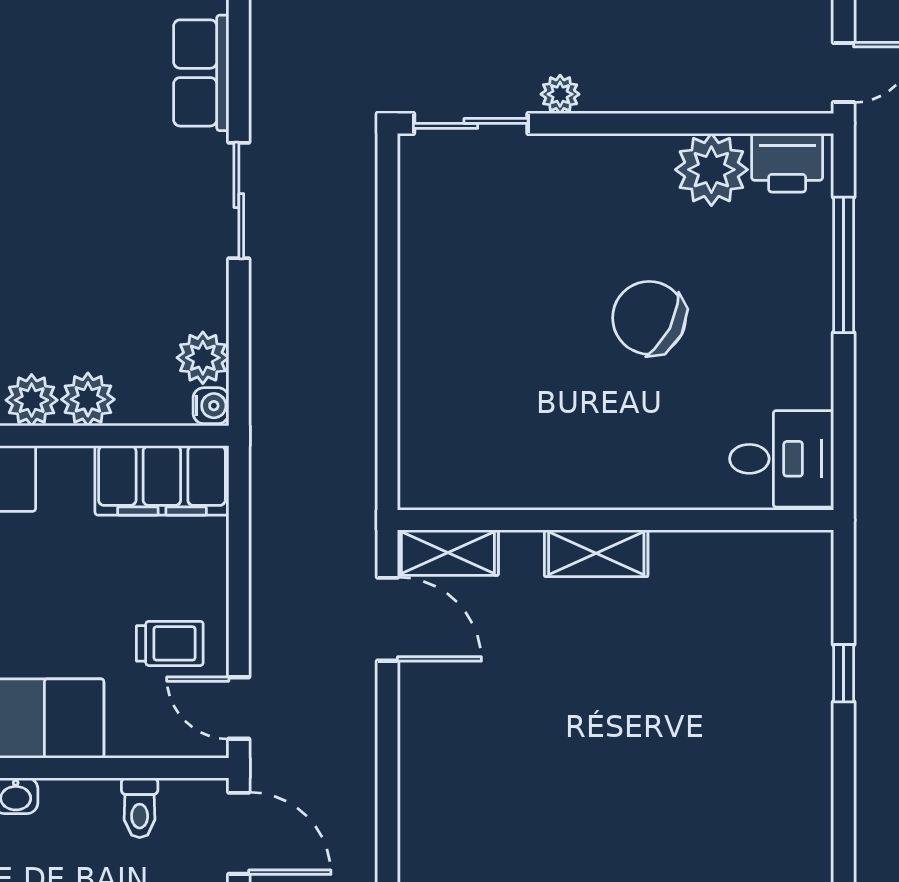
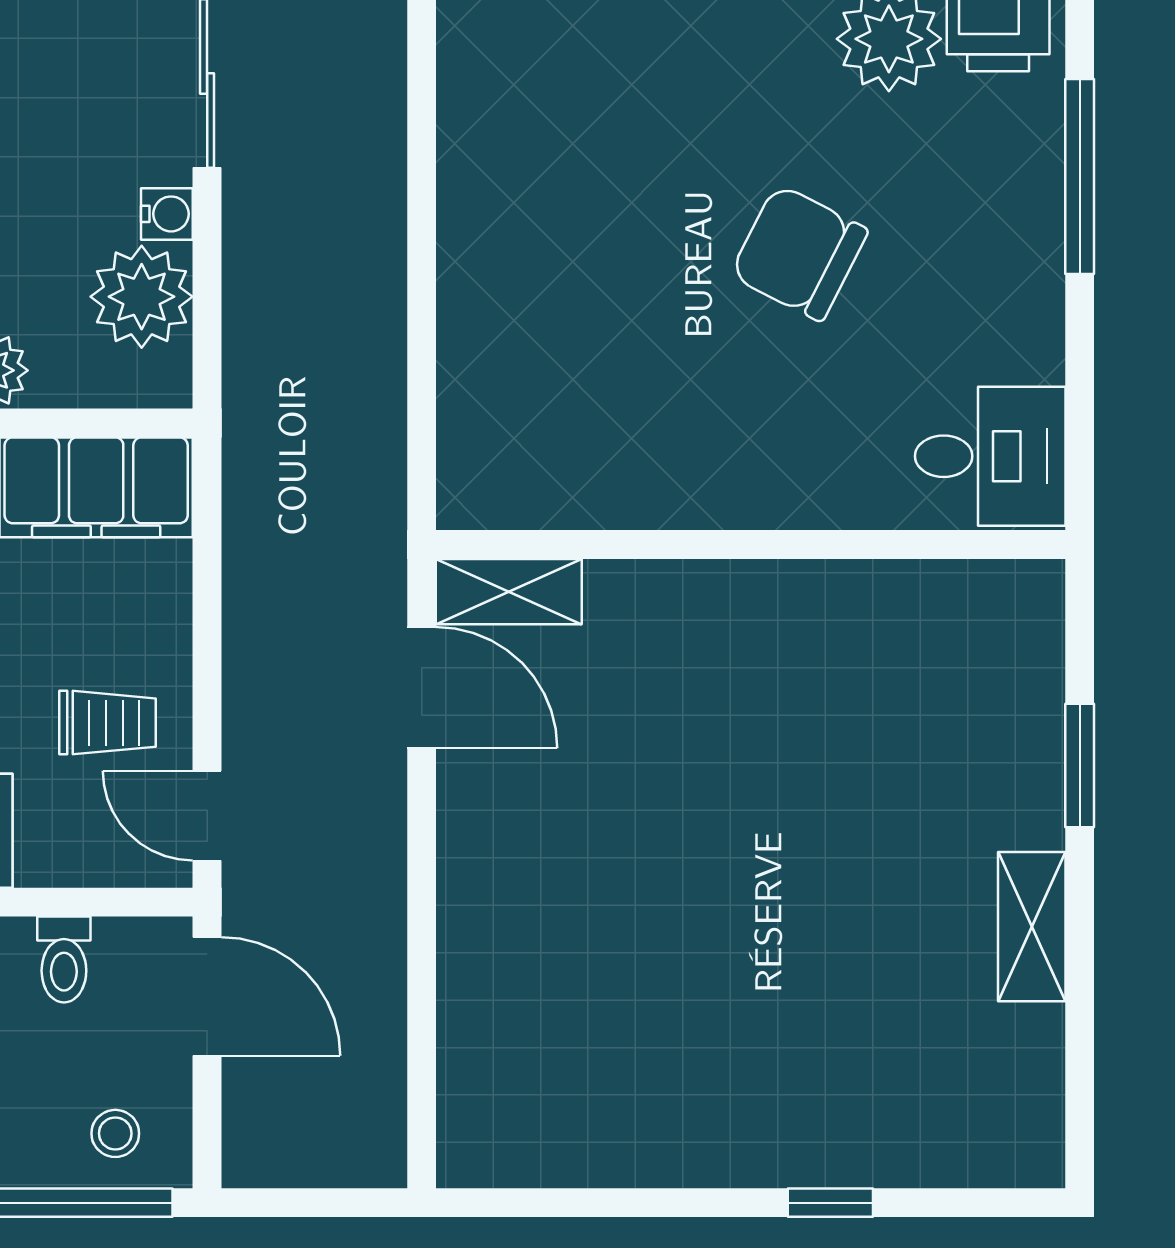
plant: (203, 358) -> (142, 297), width x1.36, depth x1.36
water cooler: (211, 406) -> (167, 214), moved
shelving: (596, 553) -> (1032, 927), moved, turned 90
window: (844, 673) -> (1080, 766), width x1.50

